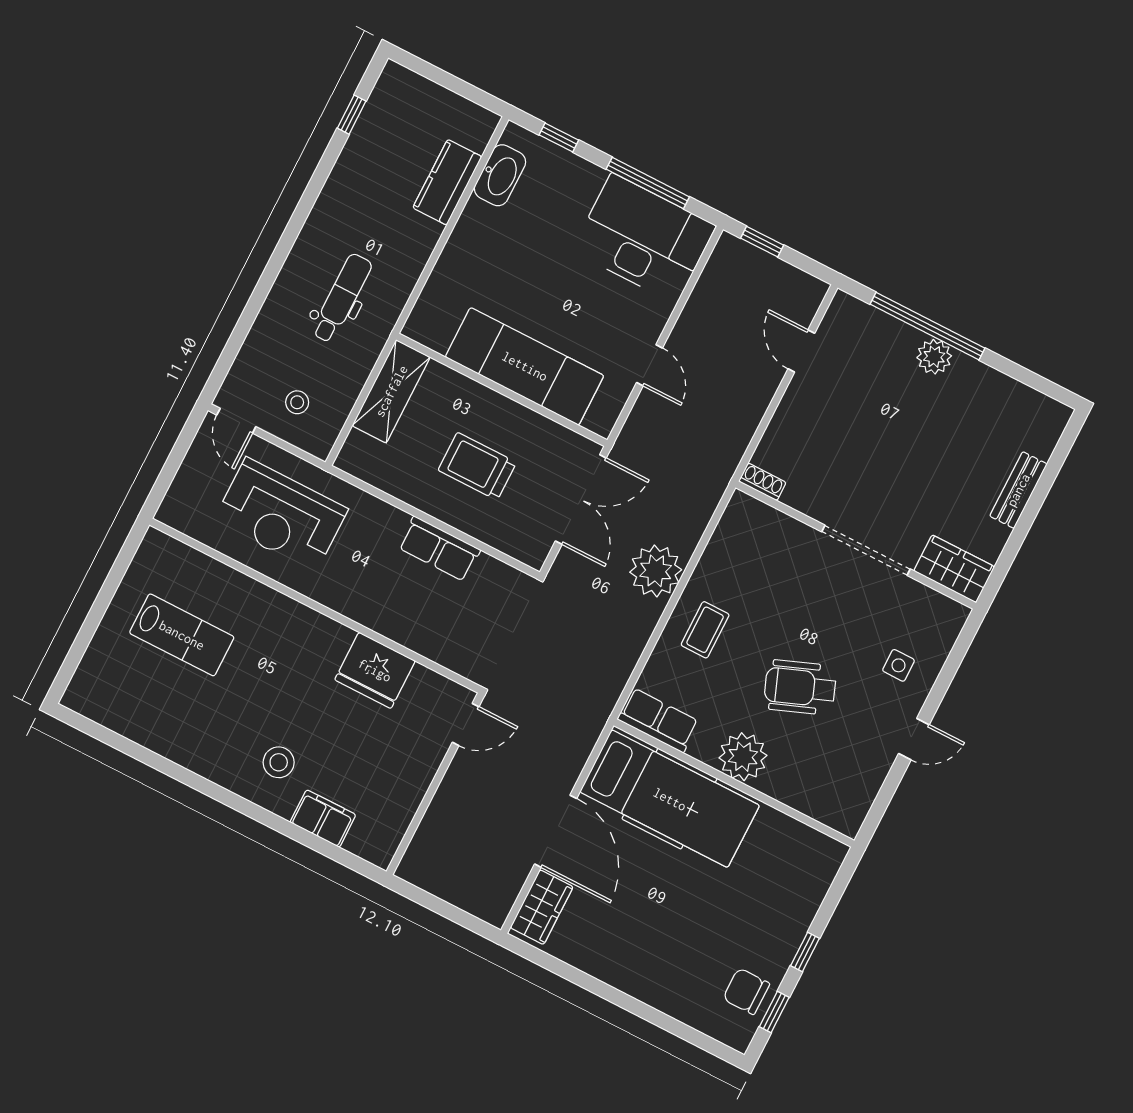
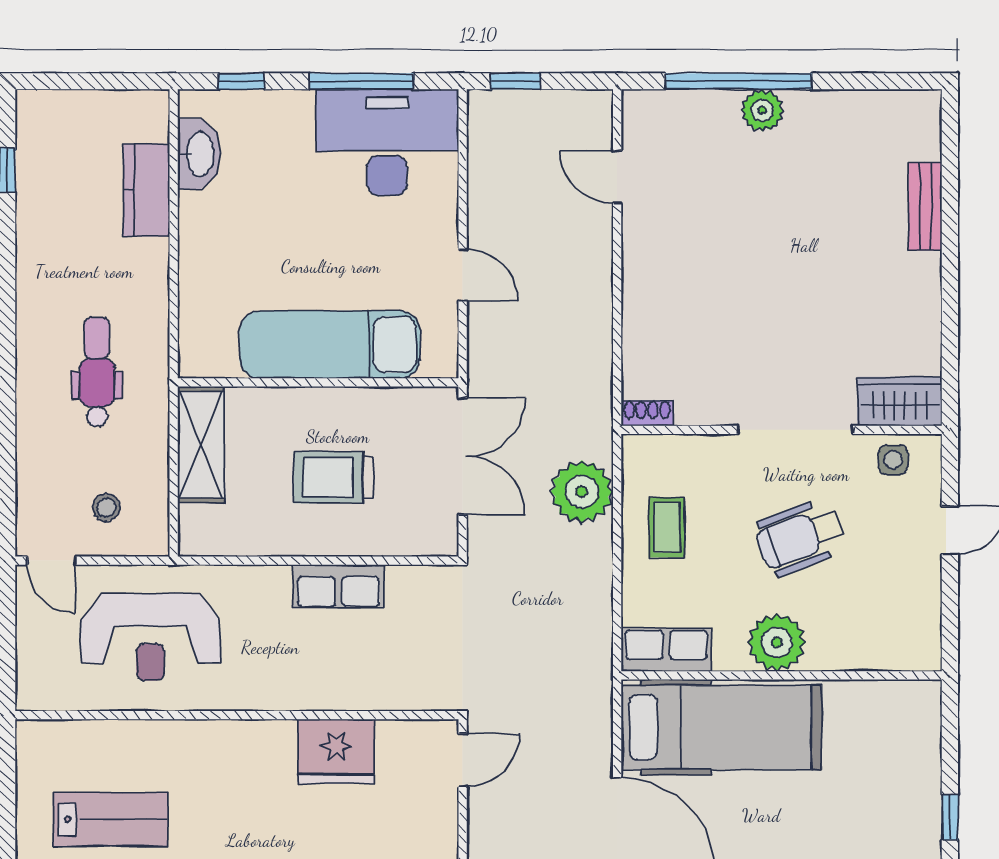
shoe rack: (762, 482) -> (647, 413), moved
wall: (856, 545) -> (782, 430), moved
doorway: (866, 550) -> (795, 430), moved
wardrobe: (954, 569) -> (900, 401), moved

